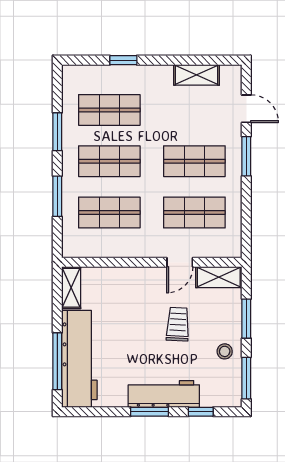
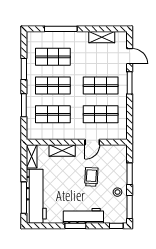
window: (123, 60) -> (61, 29), width x2.17
shelving: (219, 277) -> (62, 150), moved
window: (201, 412) -> (116, 226), moved

